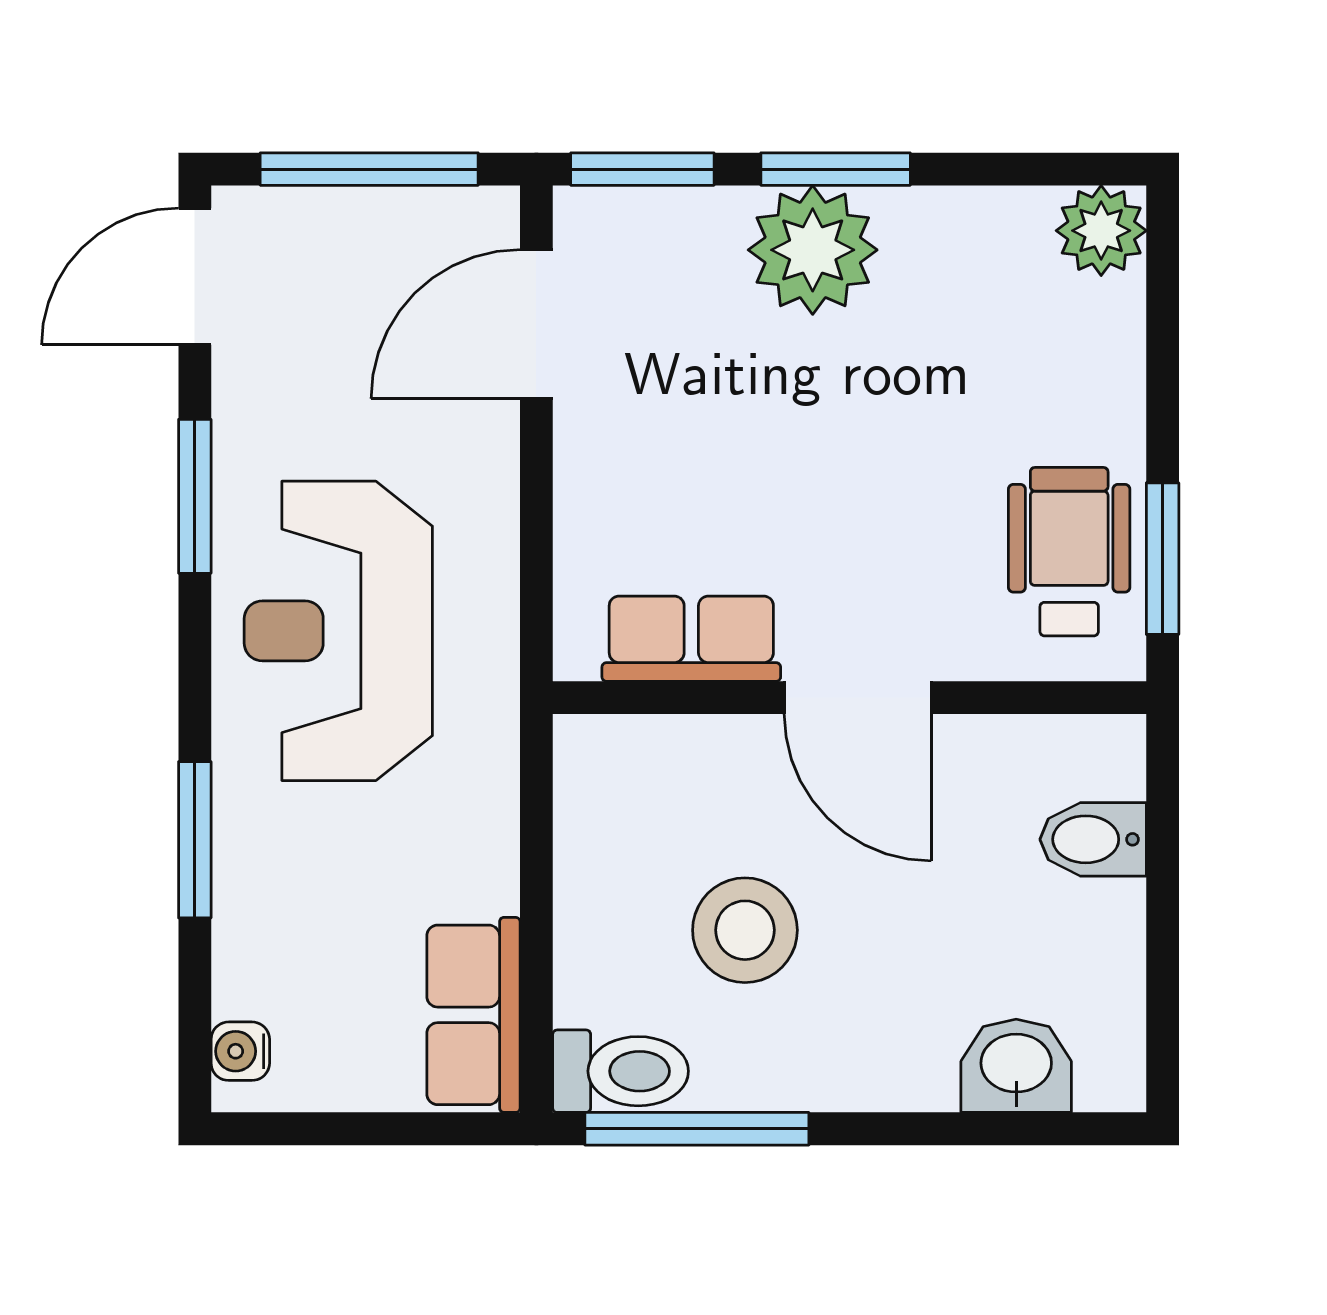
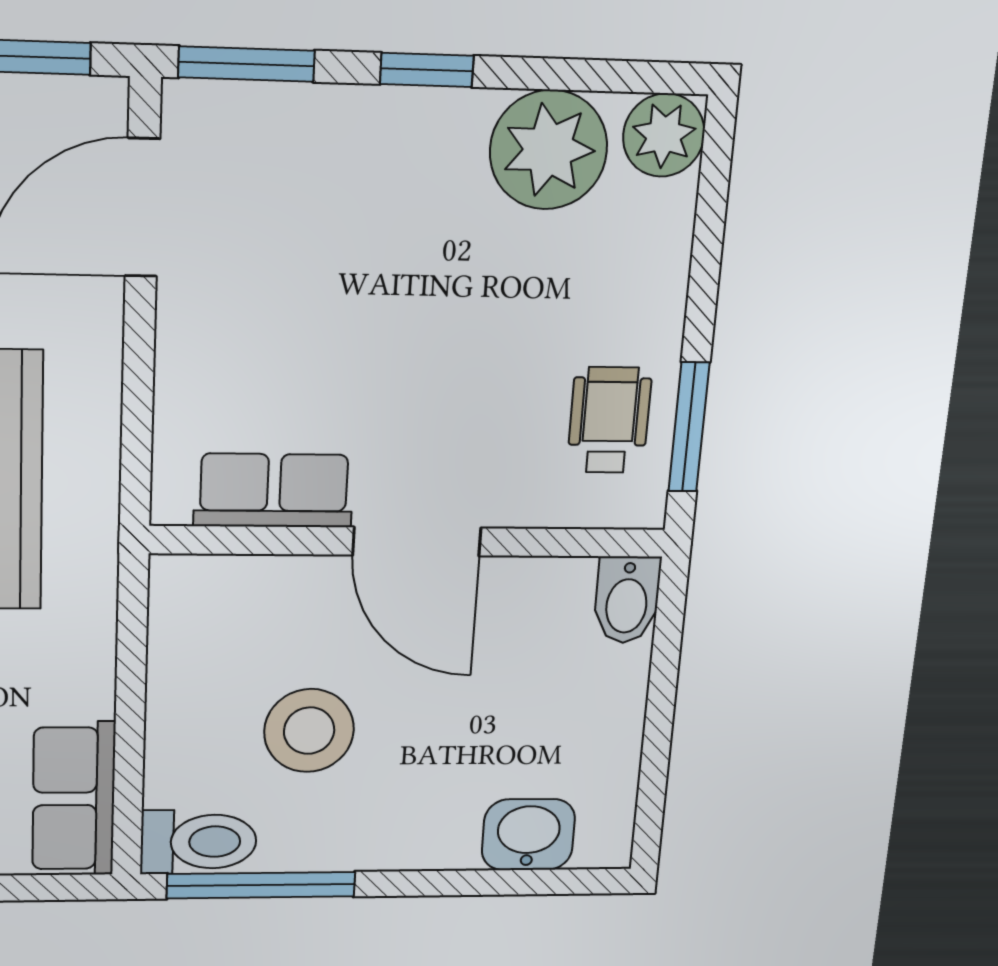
window: (836, 169) -> (427, 70), width x0.67
plant: (813, 250) -> (549, 150), moved
wheelchair: (1069, 552) -> (609, 420), width x0.73, depth x0.73
bidet: (1093, 839) -> (627, 600), moved, turned -90

